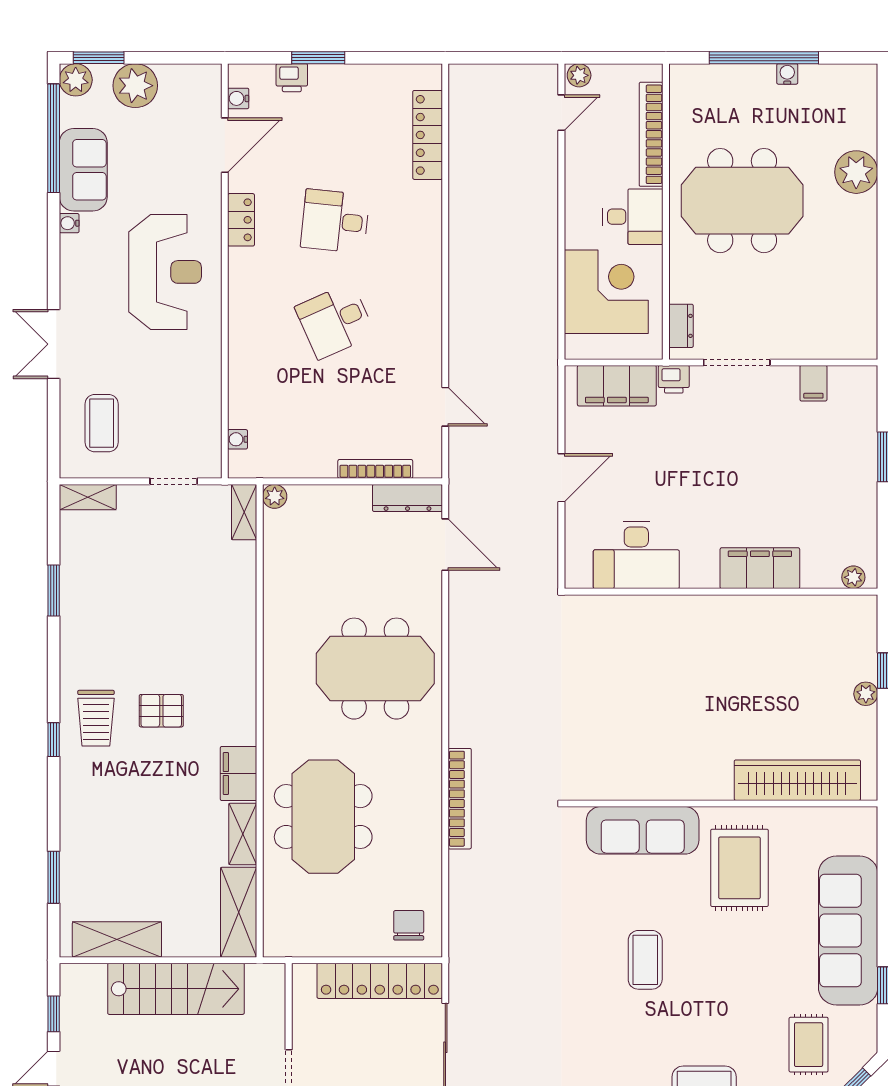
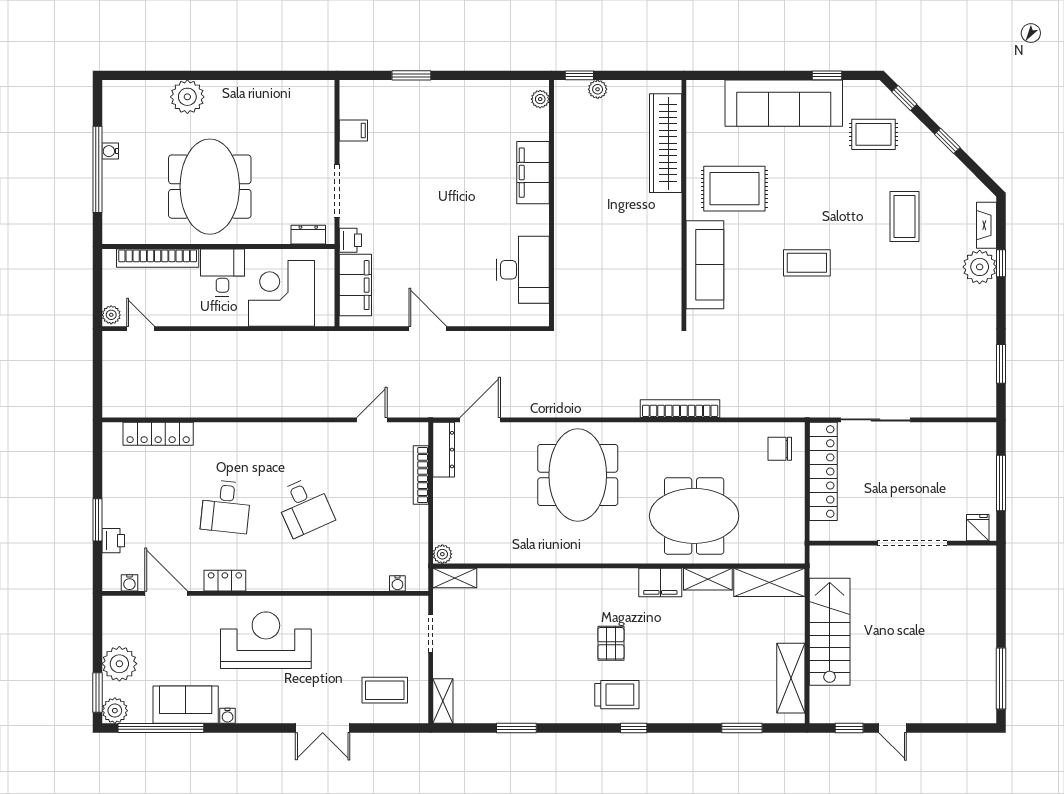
desk: (636, 555) -> (523, 270), moved
filing cabinet: (760, 568) -> (533, 173), moved
plant: (853, 577) -> (540, 99), moved
wall: (721, 592) -> (552, 203), moved

